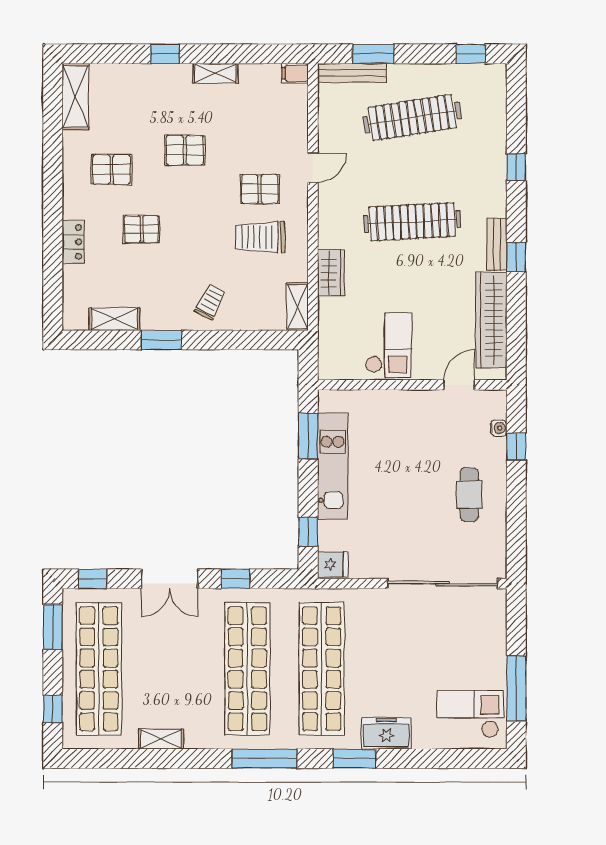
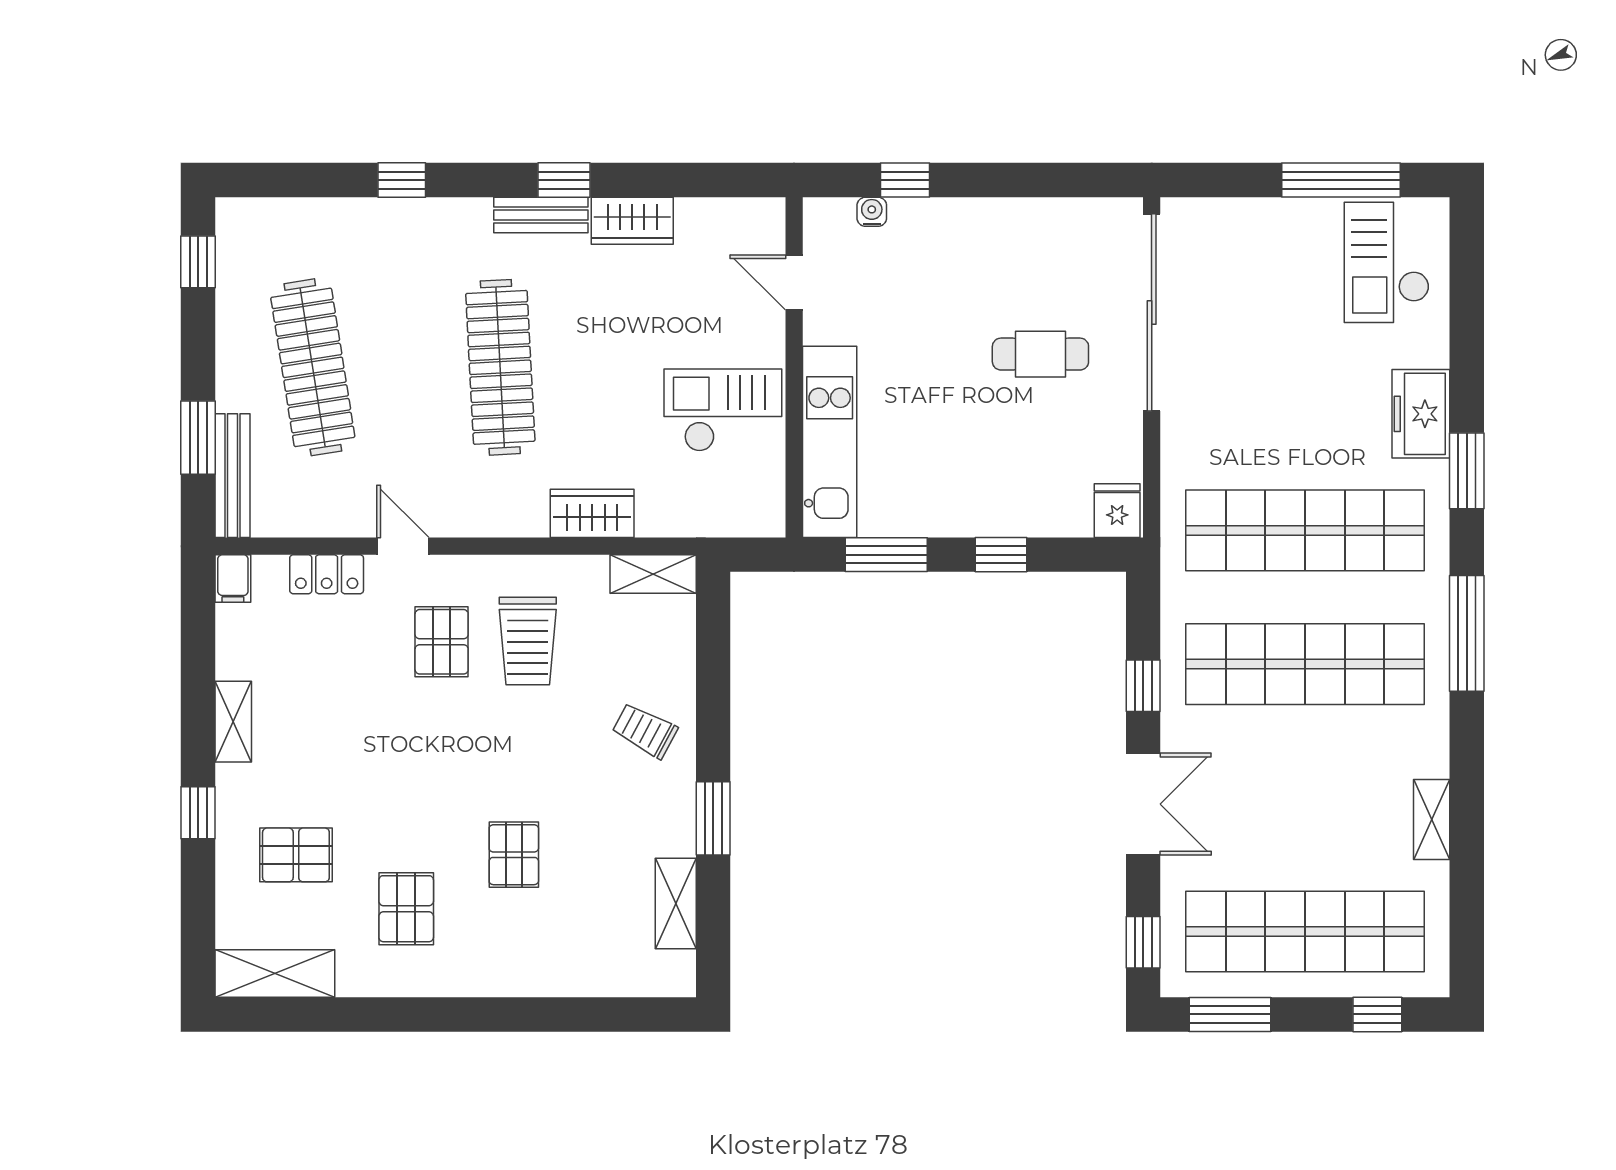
pallet: (185, 150) -> (296, 855), moved, turned 90
locker: (73, 242) -> (327, 574), moved, turned 180
wardrobe: (491, 320) -> (632, 221), width x0.48, depth x0.85
kitchen unit: (333, 466) -> (830, 442), moved, turned 90
cafe table: (469, 495) -> (1040, 354), moved
window: (308, 532) -> (1001, 555), moved

